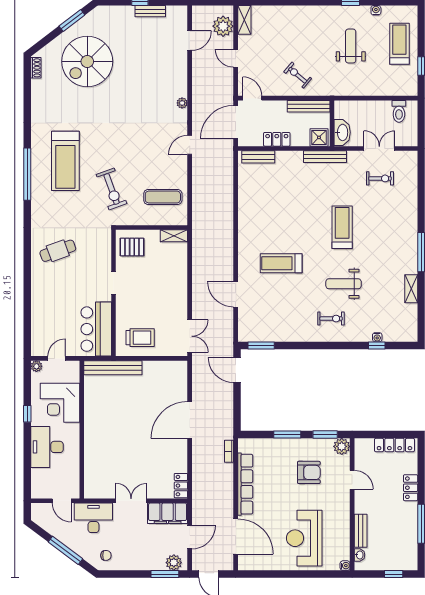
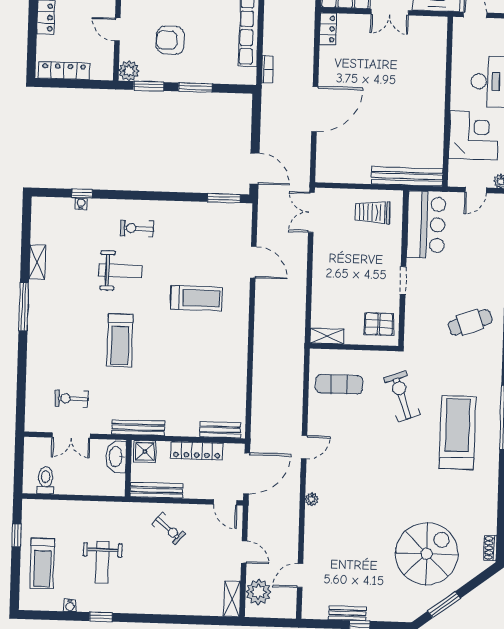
locker: (277, 139) -> (197, 451), width x1.53

